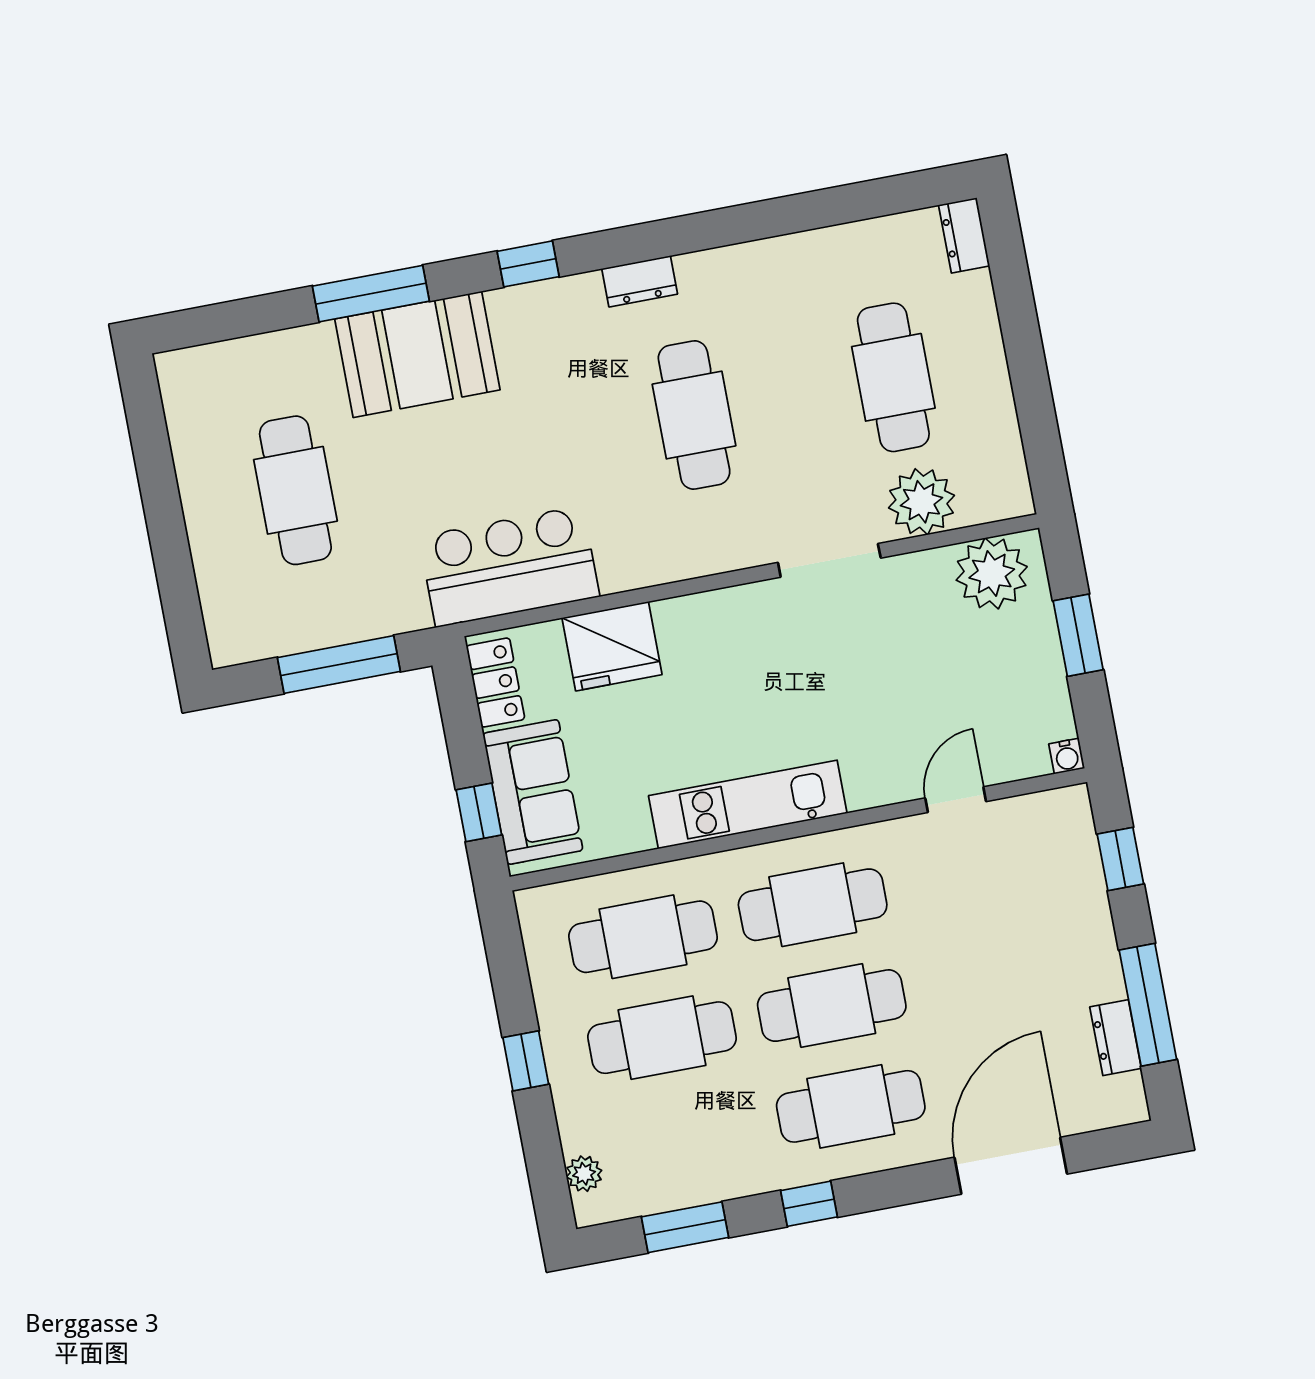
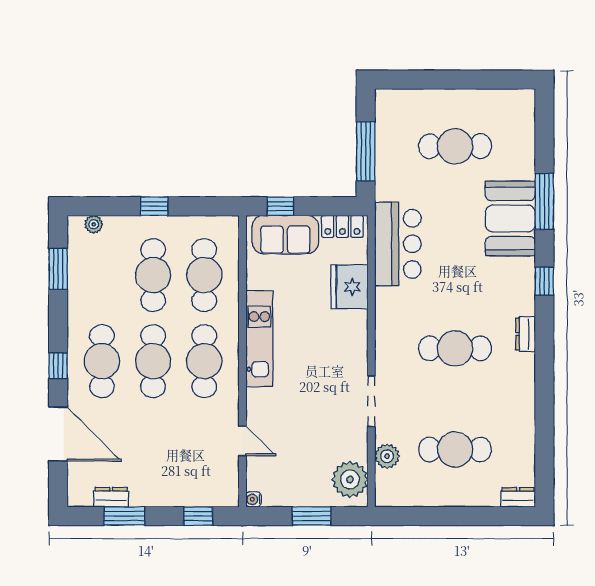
plant: (921, 502) -> (387, 456), width x0.73, depth x0.73
window: (1148, 1005) -> (124, 516), width x0.69
window: (809, 1204) -> (58, 366), moved

